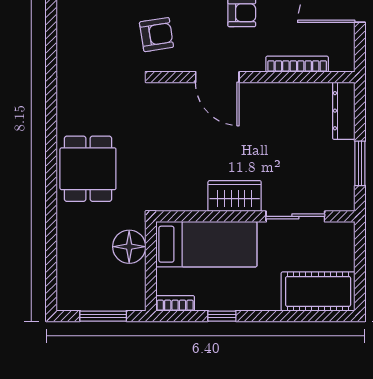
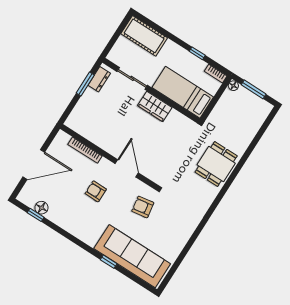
dresser: (344, 111) -> (99, 79), moved, width x0.70
floor lamp: (129, 247) -> (233, 86), moved, width x0.53, depth x0.53

